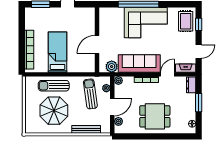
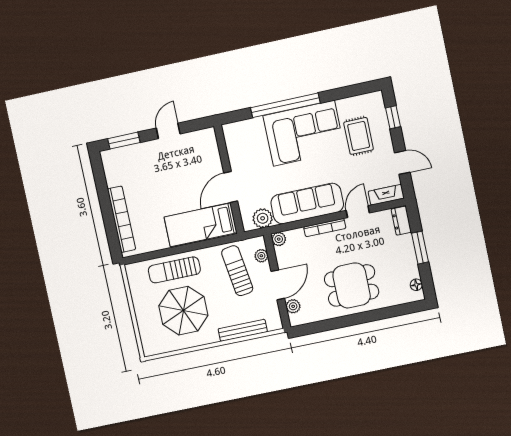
rug: (186, 21) -> (359, 136), moved
door: (199, 51) -> (402, 162), hinge flipped
bed: (58, 52) -> (200, 225), moved, turned -90

